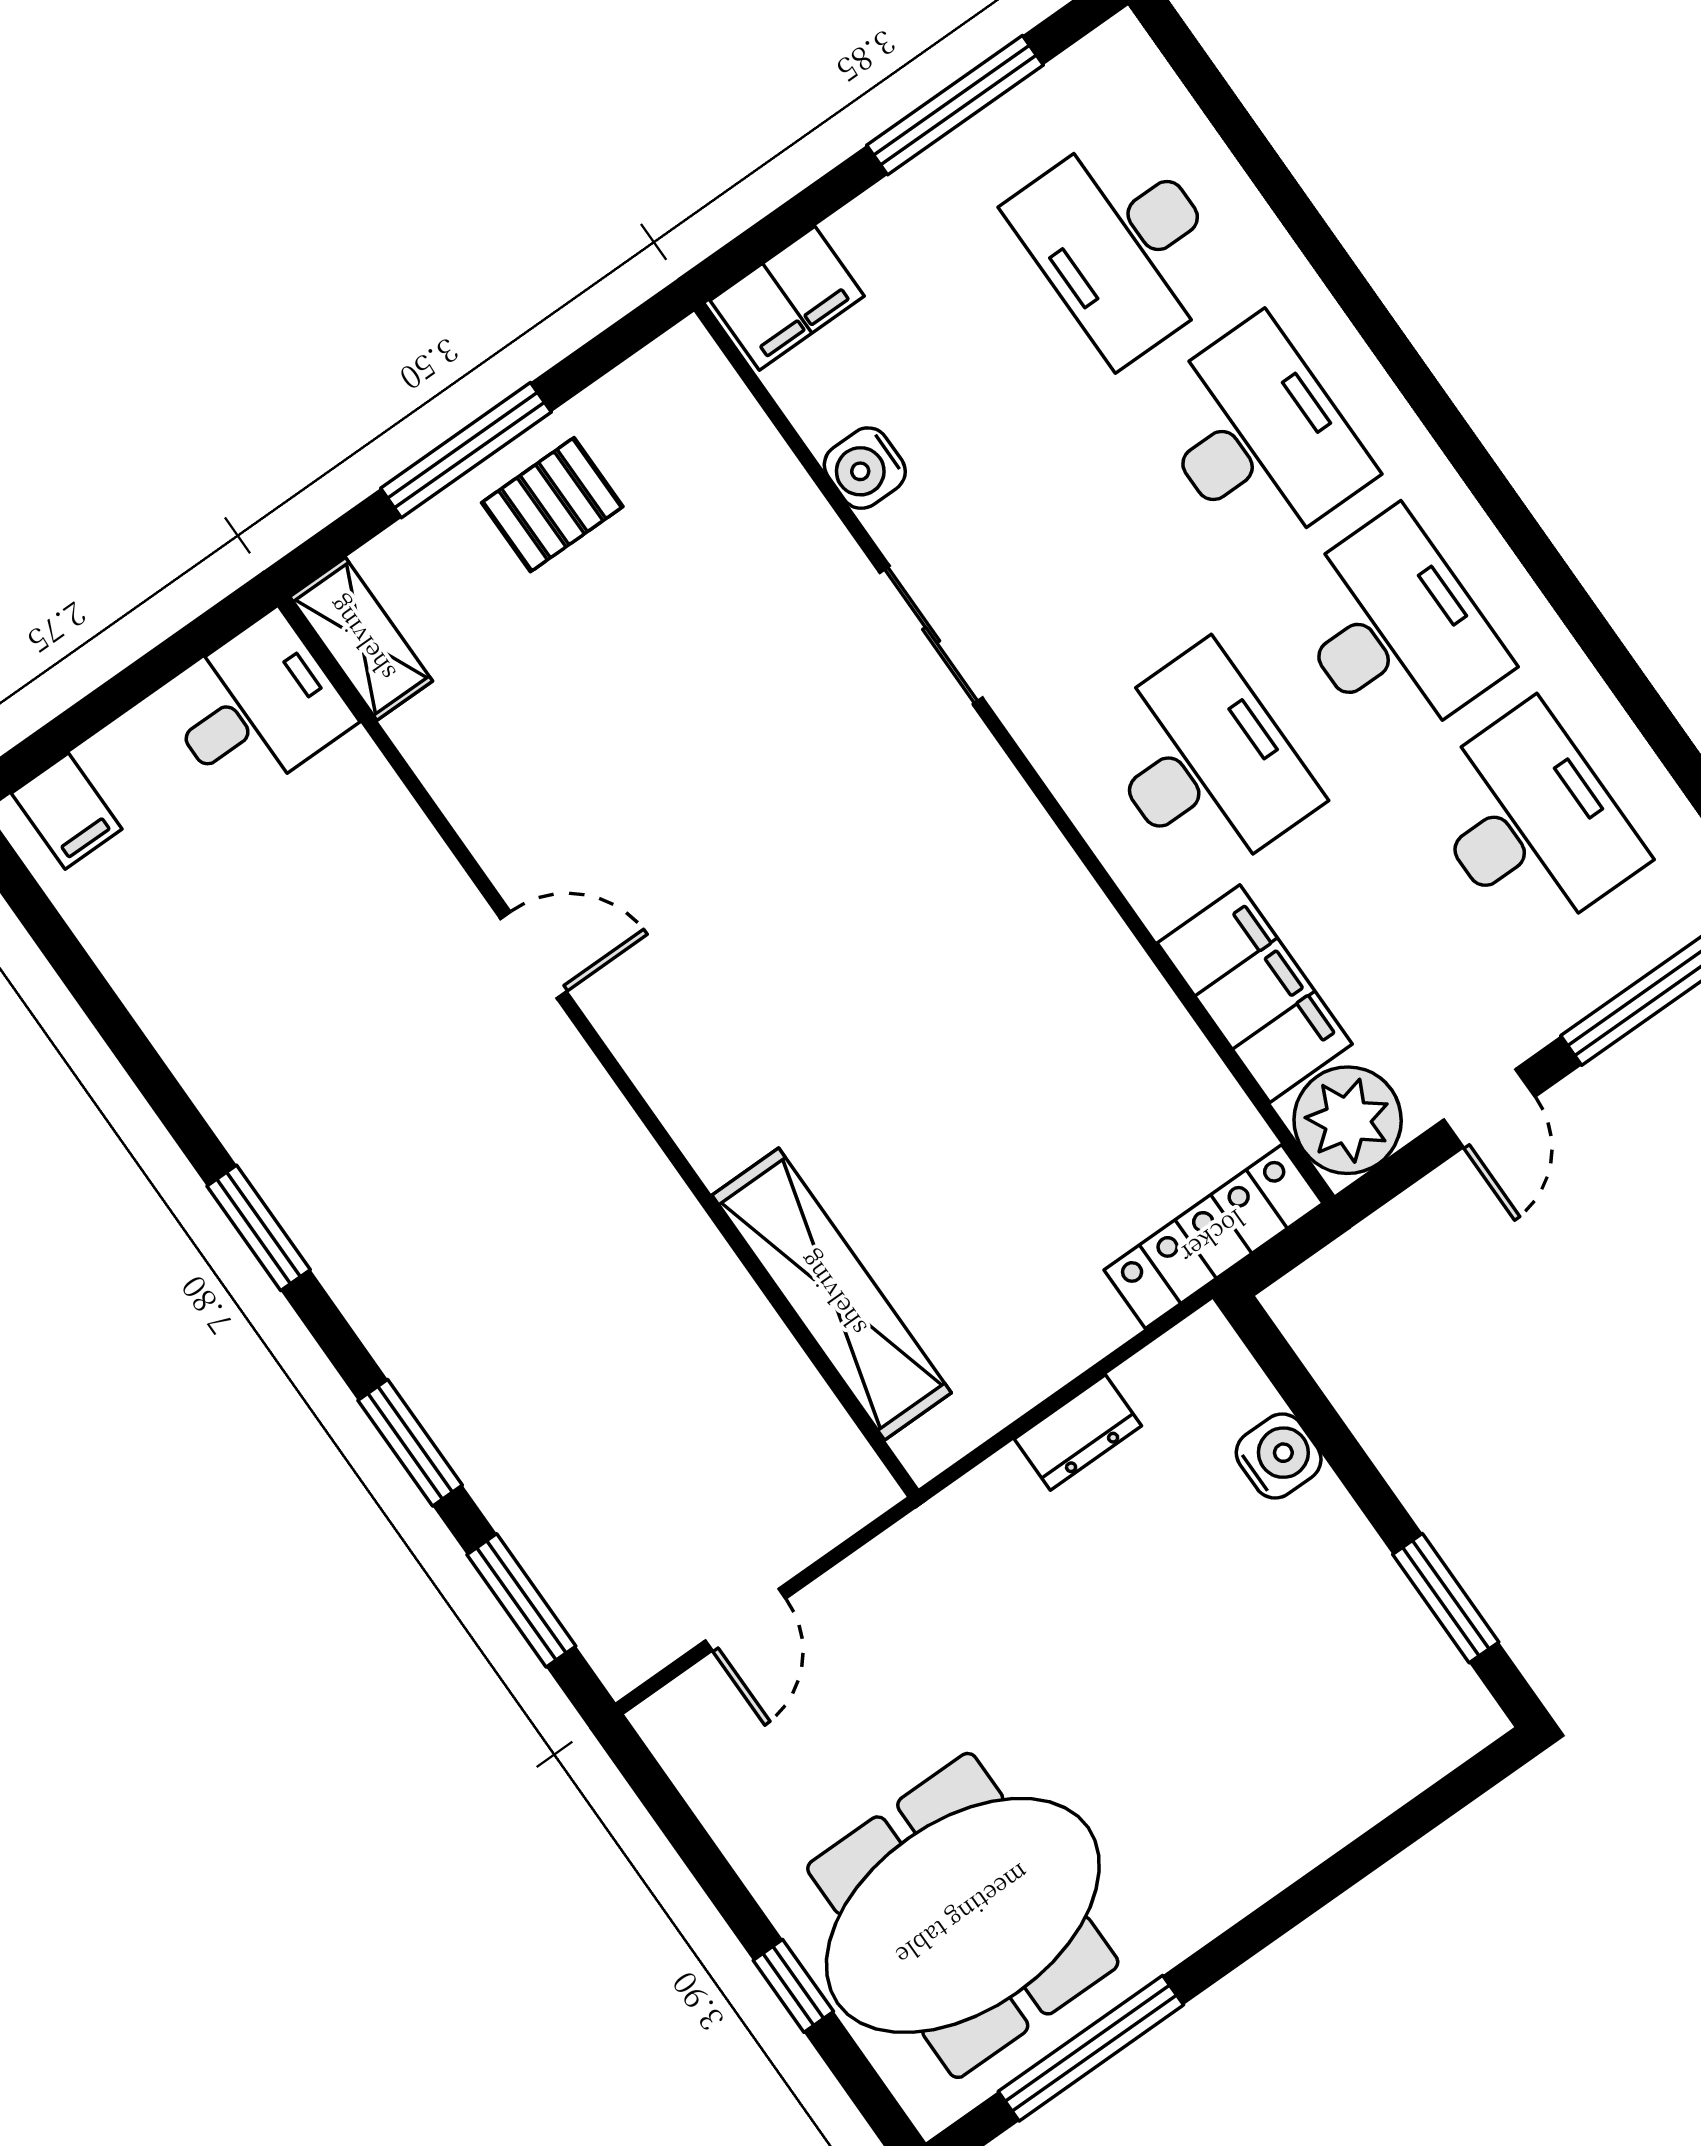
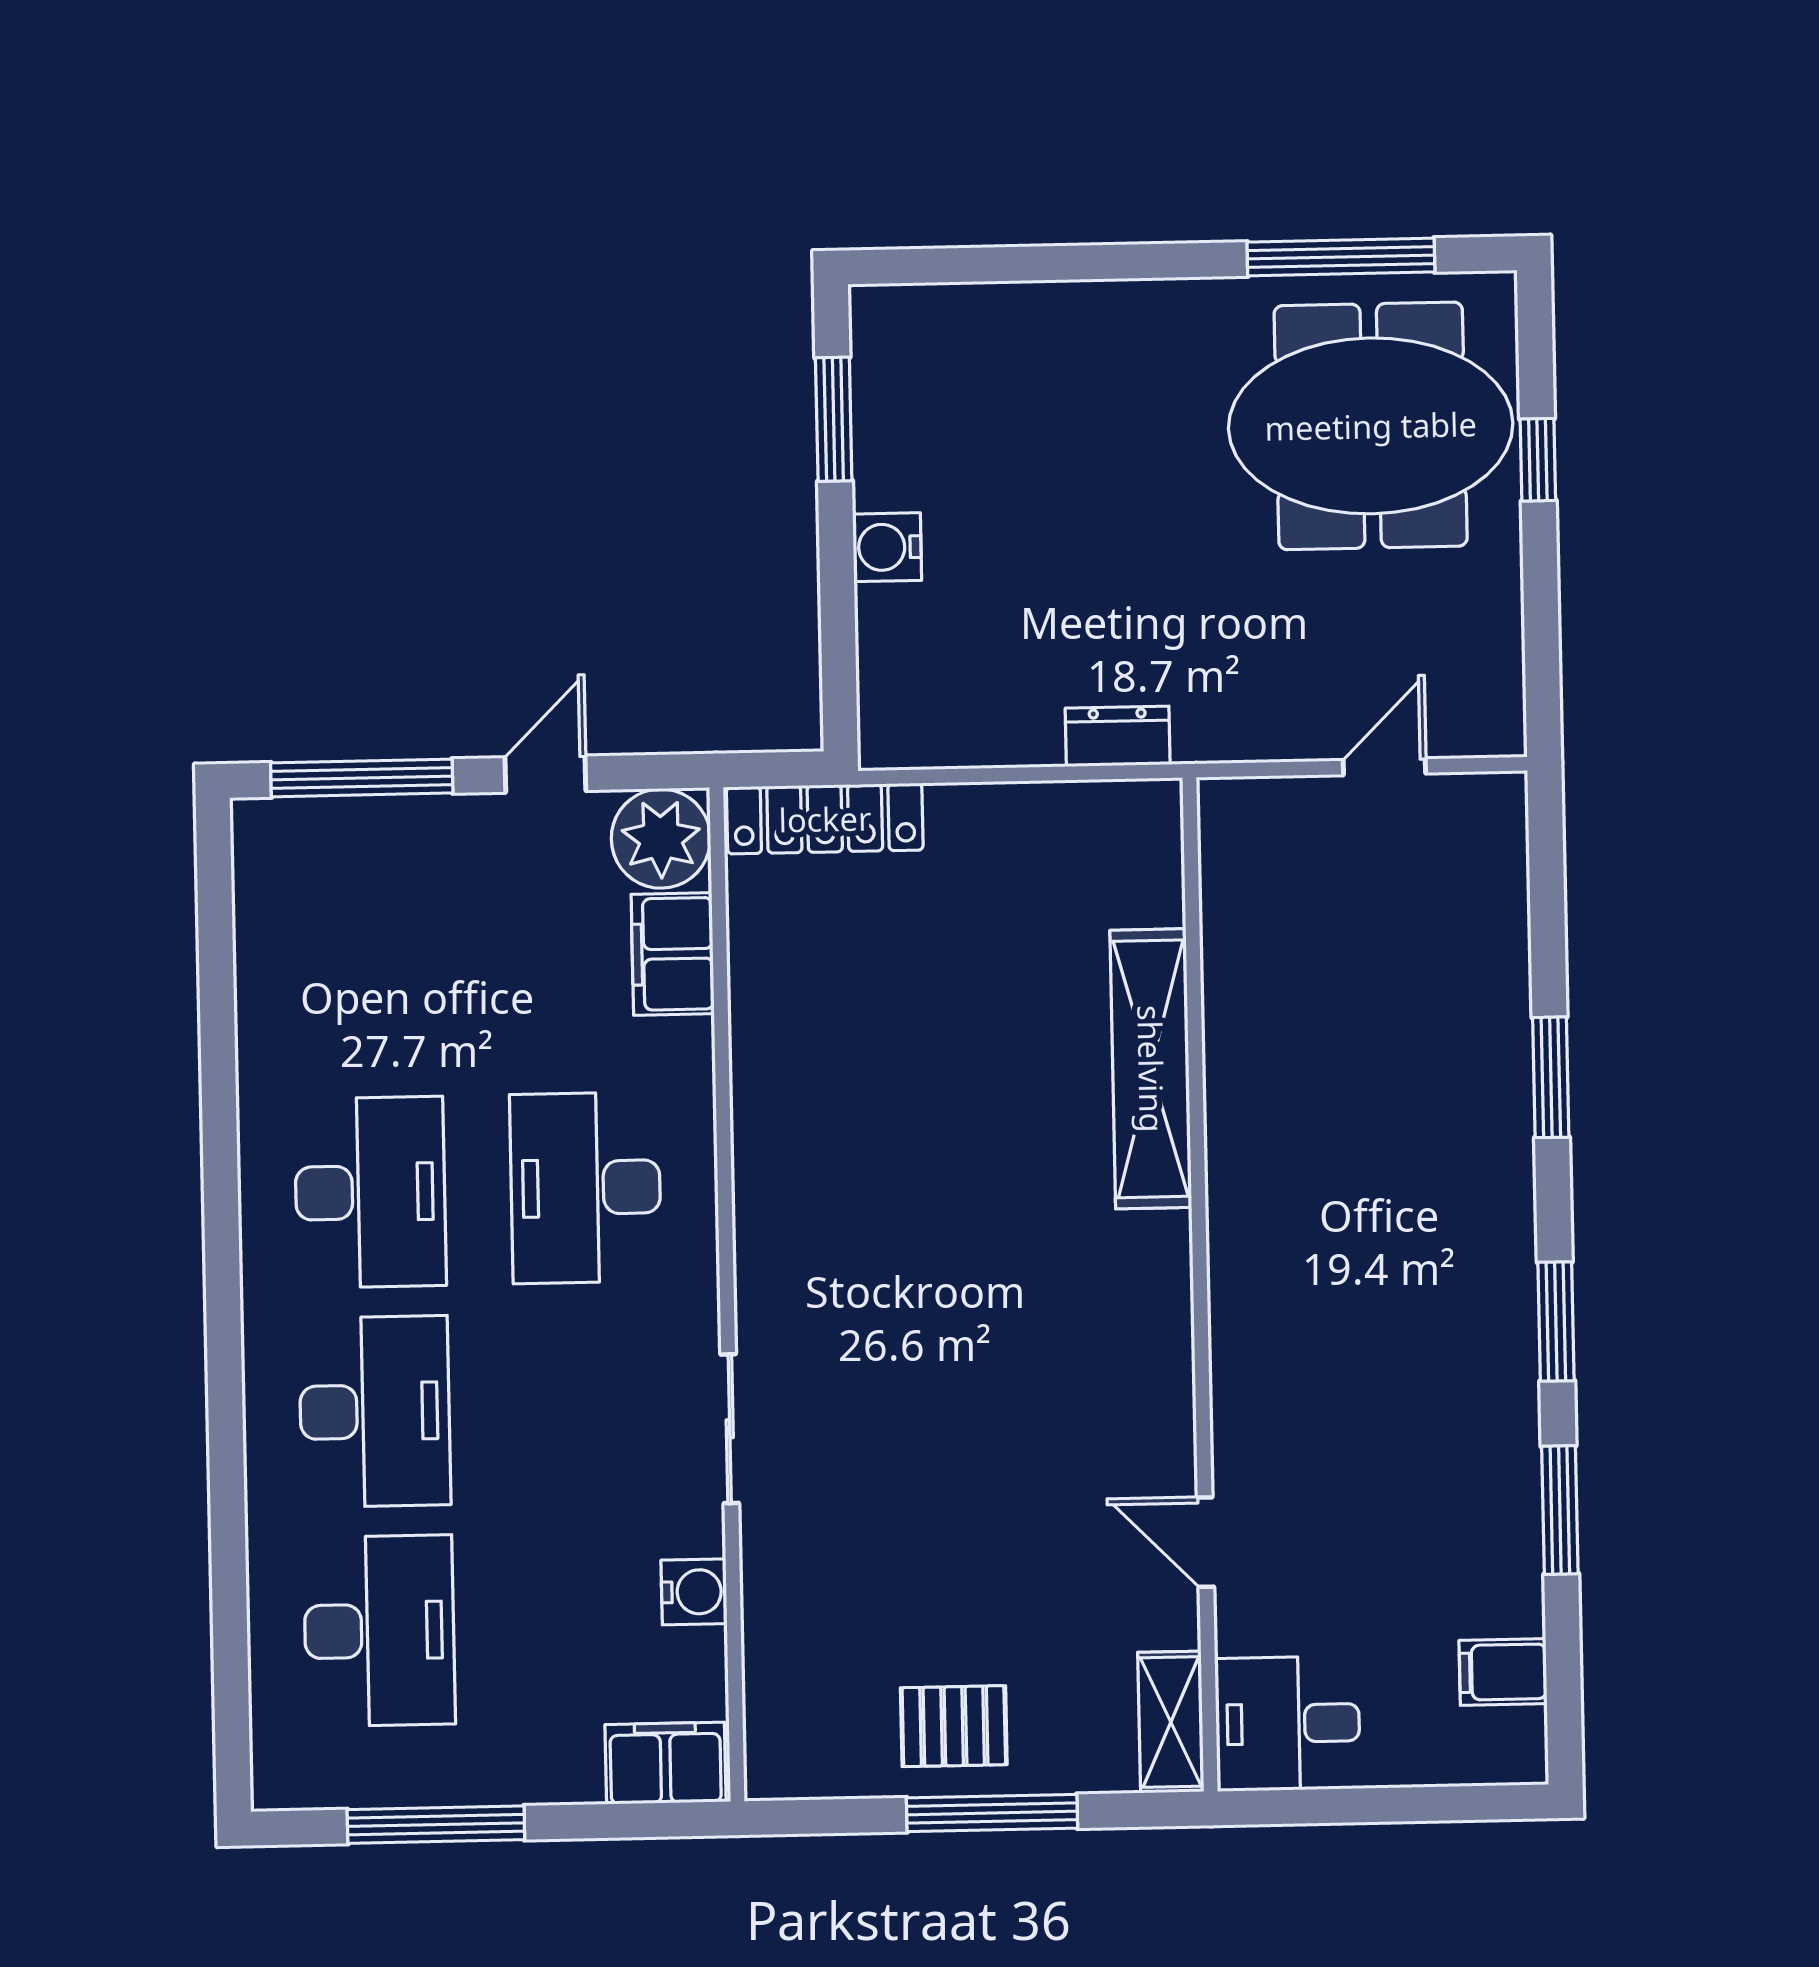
desk: (1258, 437) -> (375, 1411), turned 180
desk: (1394, 630) -> (370, 1192), turned 180
filing cabinet: (67, 811) -> (1503, 1672), moved, turned -90
desk: (1530, 823) -> (366, 973), removed
door: (534, 955) -> (1205, 1542), moved
filing cabinet: (1255, 994) -> (673, 954), width x0.67, depth x0.86
shelving: (832, 1294) -> (1151, 1069), moved
dresser: (1078, 1432) -> (1118, 736), moved
water cooler: (1279, 1456) -> (887, 547), moved
window: (521, 1600) -> (1560, 1510), moved

